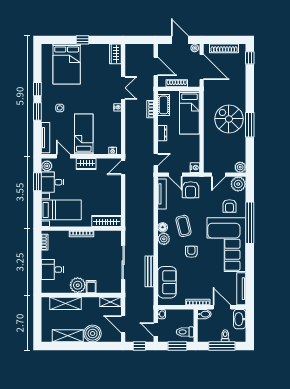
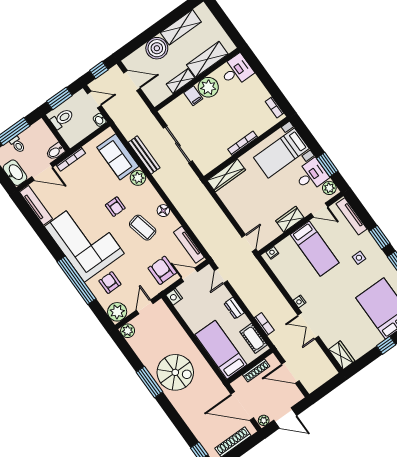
plant: (164, 239) -> (138, 178), moved
desk: (52, 270) -> (236, 71), moved
shelving: (110, 302) -> (180, 81), moved

